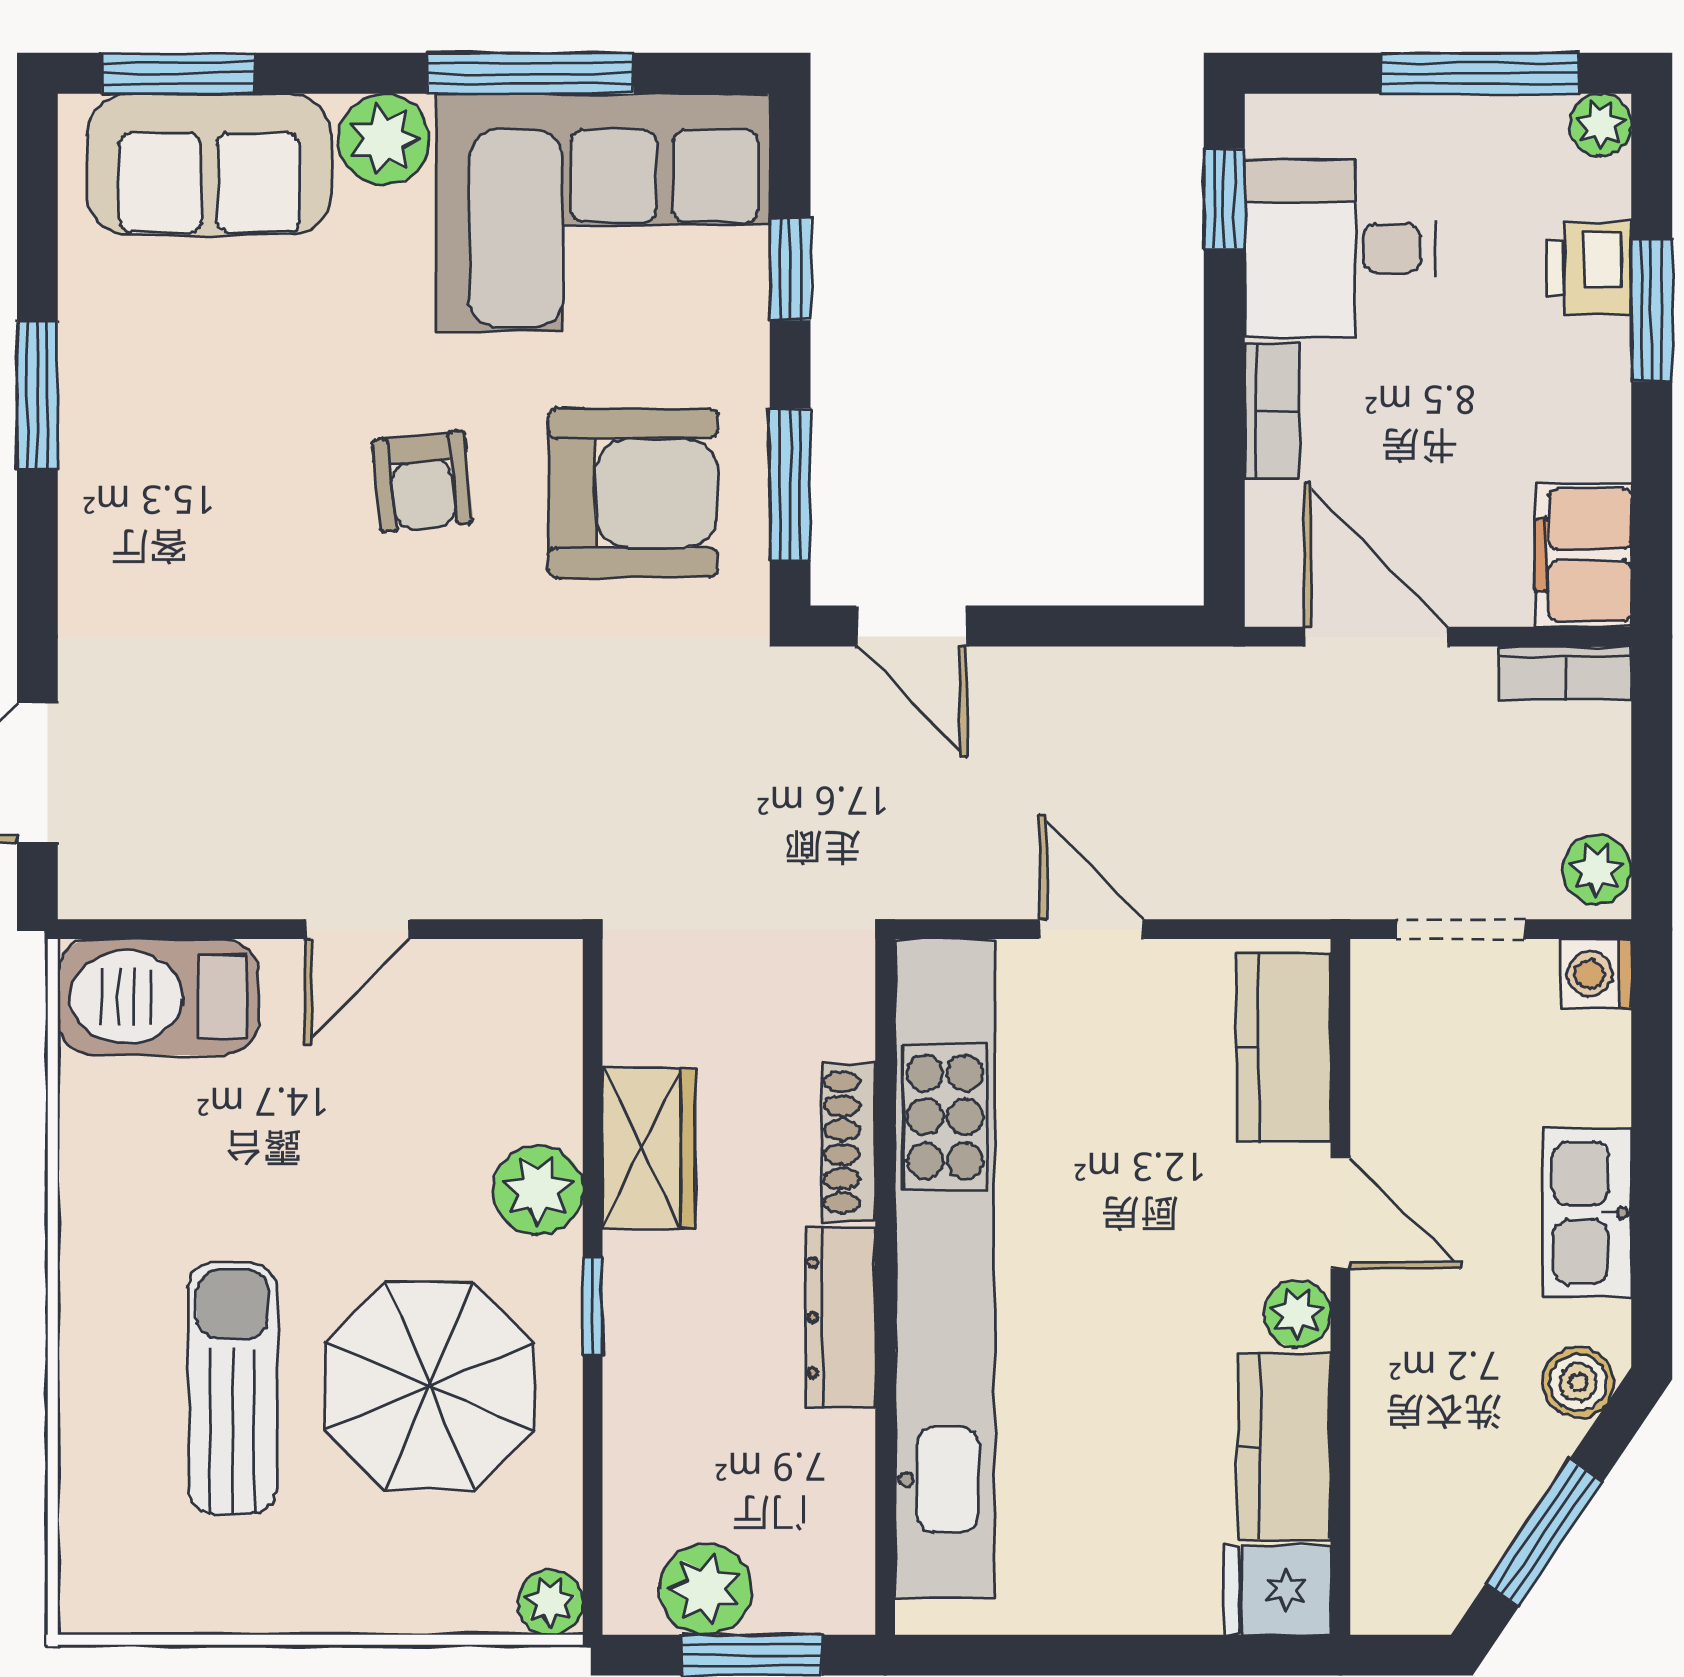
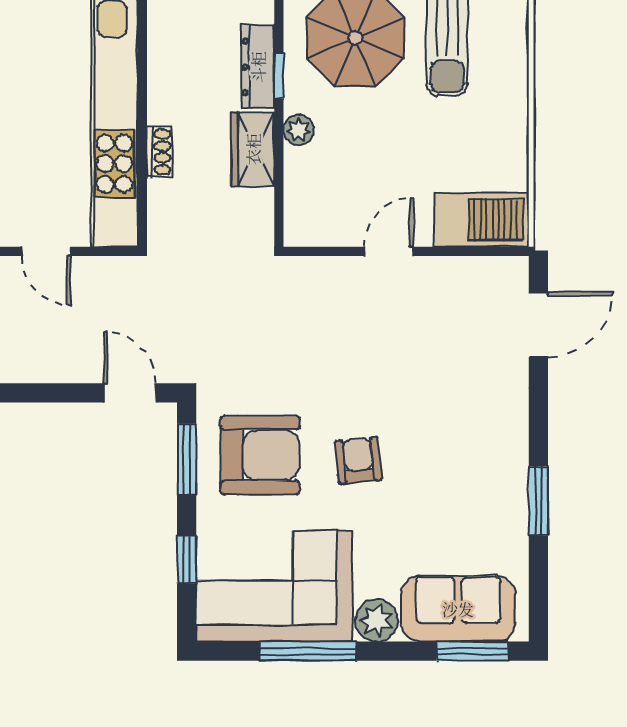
armchair: (633, 493) -> (260, 455), turned 180
shoe rack: (849, 1142) -> (159, 152), width x0.70
plant: (538, 1190) -> (299, 130), width x0.73, depth x0.73
dresser: (840, 1318) -> (258, 67), moved, turned 180

